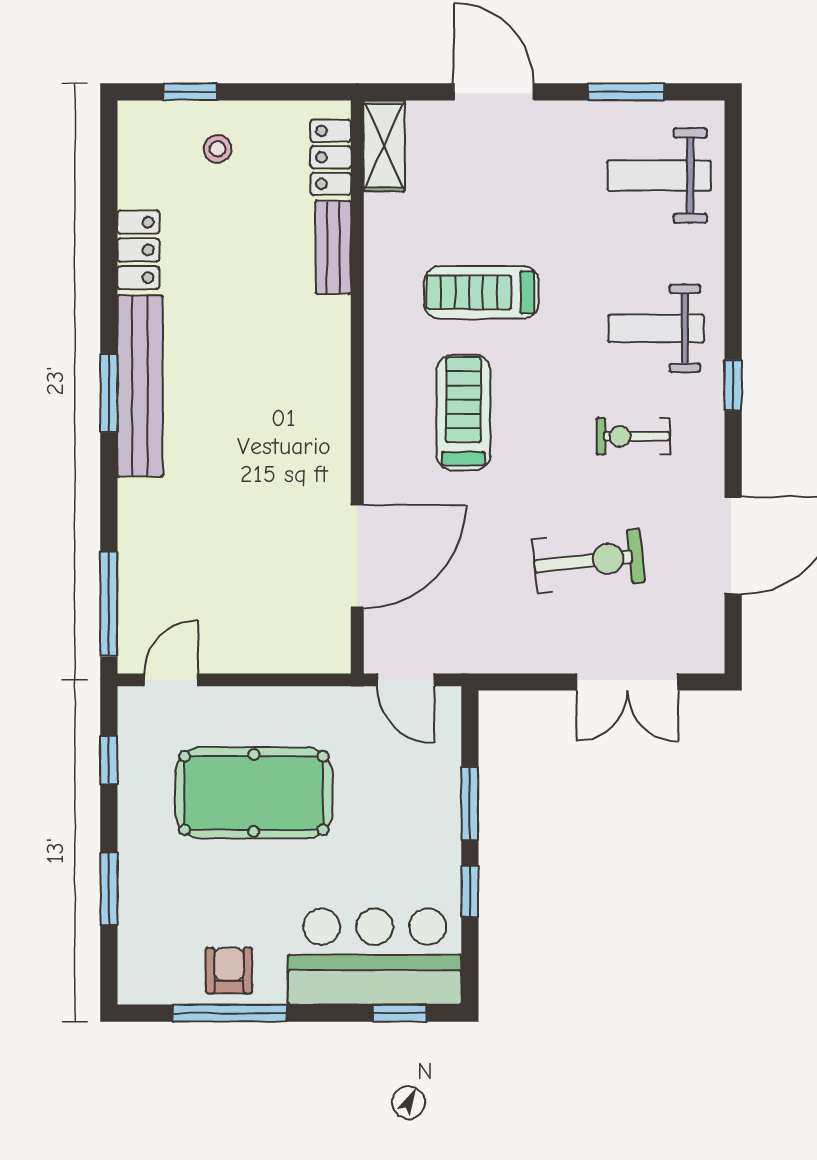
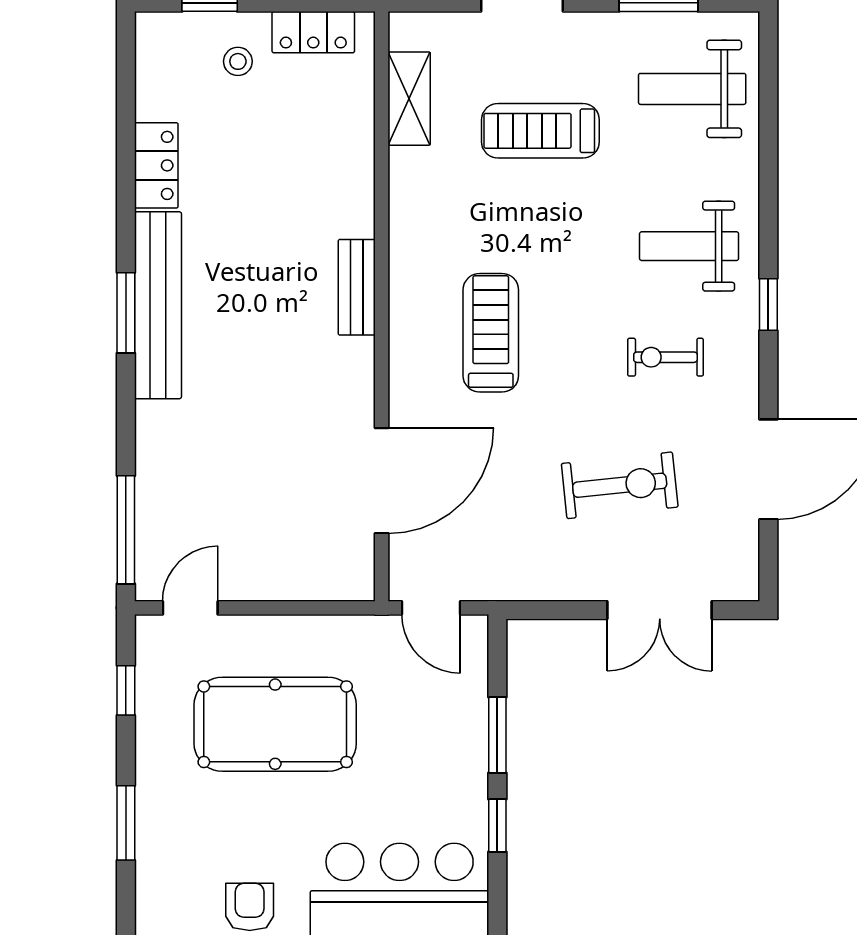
shelving: (384, 146) -> (409, 99), moved
locker: (331, 157) -> (313, 32), moved, turned -90
bench: (333, 247) -> (357, 287), moved
treadmill: (482, 292) -> (540, 131), moved

